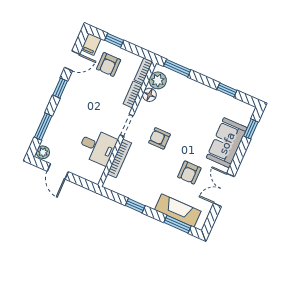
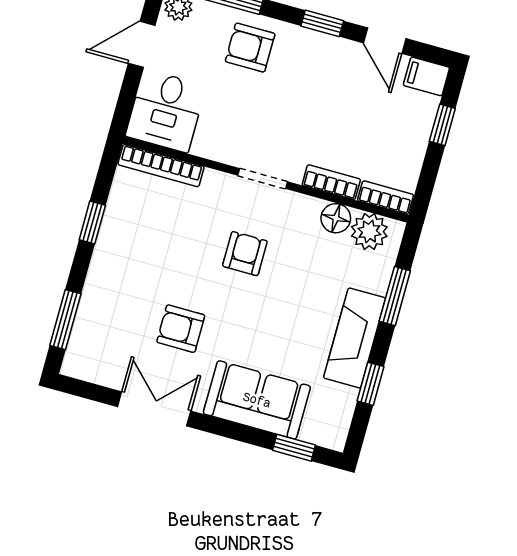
armchair: (109, 64) -> (250, 48), moved
window: (177, 68) -> (395, 296), moved
desk: (98, 147) -> (166, 111), moved
bookcase: (119, 158) -> (161, 166), moved
fireplace: (178, 211) -> (355, 338), moved, turned 180

